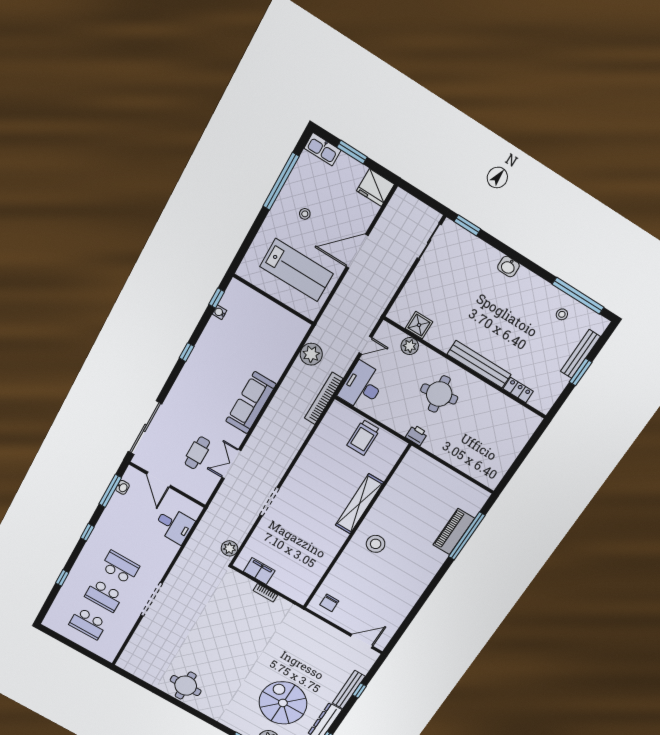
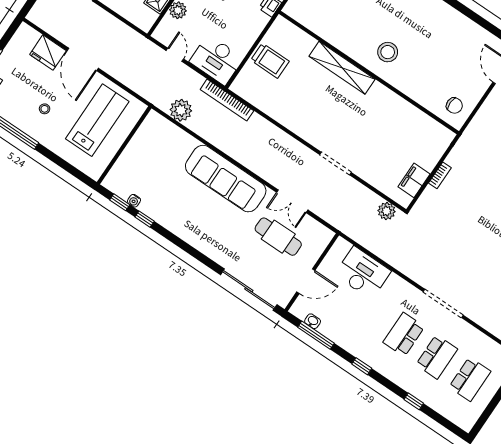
fridge: (375, 188) -> (48, 53), moved, turned 90
window: (187, 352) -> (145, 219), moved
sofa: (251, 403) -> (226, 179), width x1.36, depth x1.27
cafe table: (197, 453) -> (278, 237), width x1.37, depth x1.35
desk: (174, 525) -> (363, 273), width x1.37

